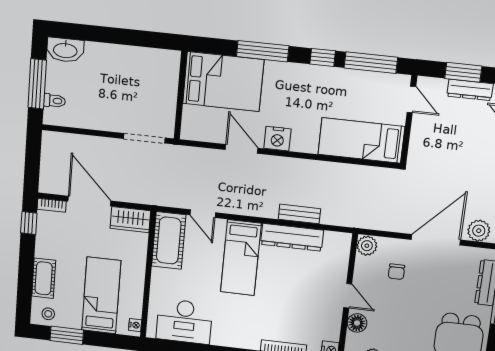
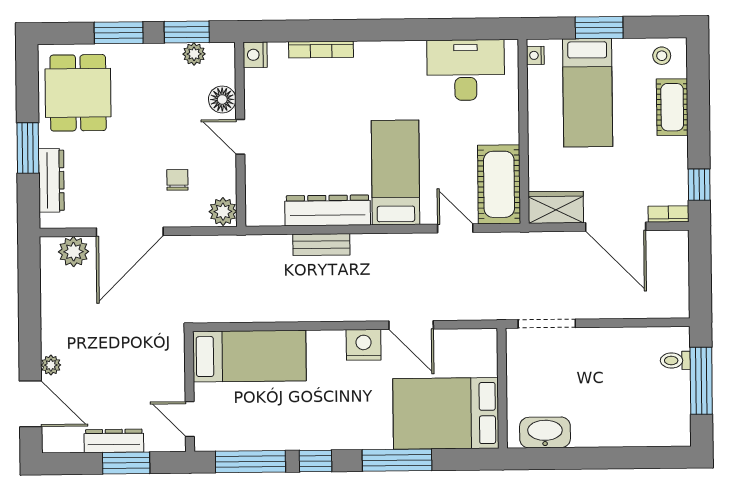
washbasin: (65, 50) -> (545, 432), moved
window: (67, 335) -> (599, 28), moved

